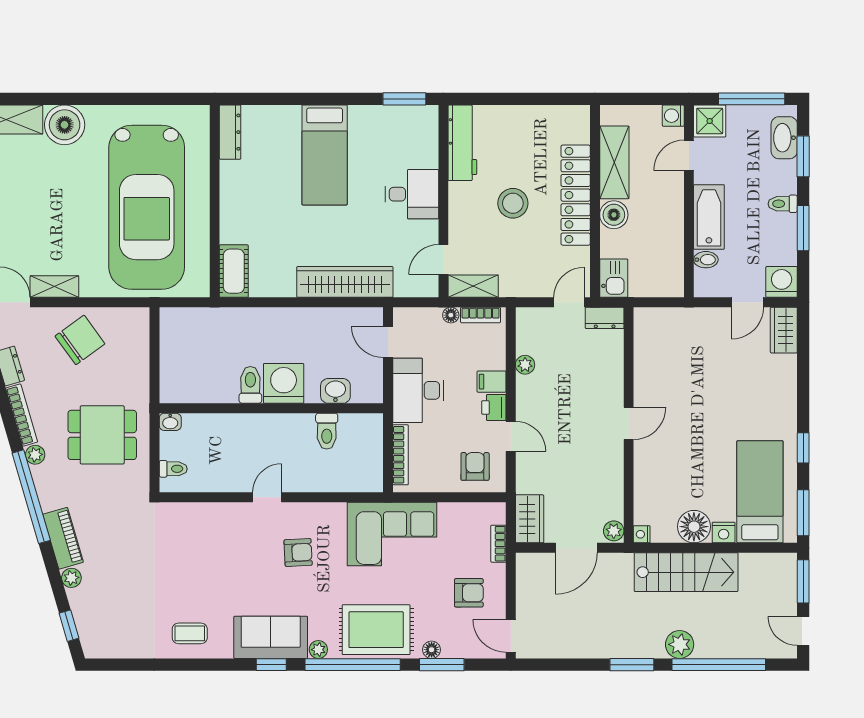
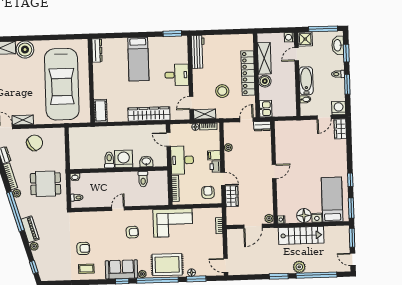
stool: (513, 203) -> (222, 91), moved
wardrobe: (530, 519) -> (232, 196), moved
armchair: (469, 593) -> (83, 248), moved

